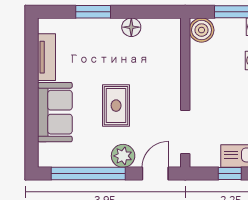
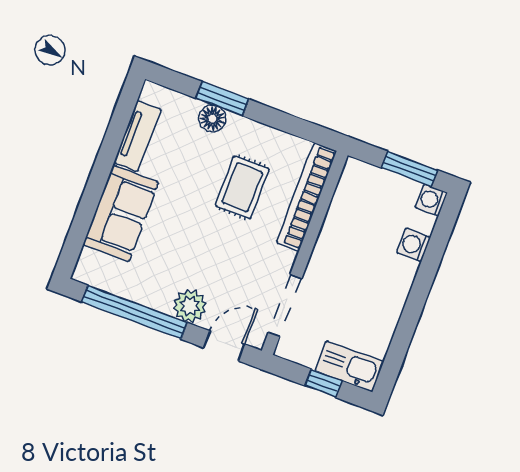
floor lamp: (131, 27) -> (212, 118), moved
boiler: (202, 30) -> (358, 178), removed
bookcase: (173, 55) -> (307, 197), added
rug: (116, 106) -> (242, 187), moved

